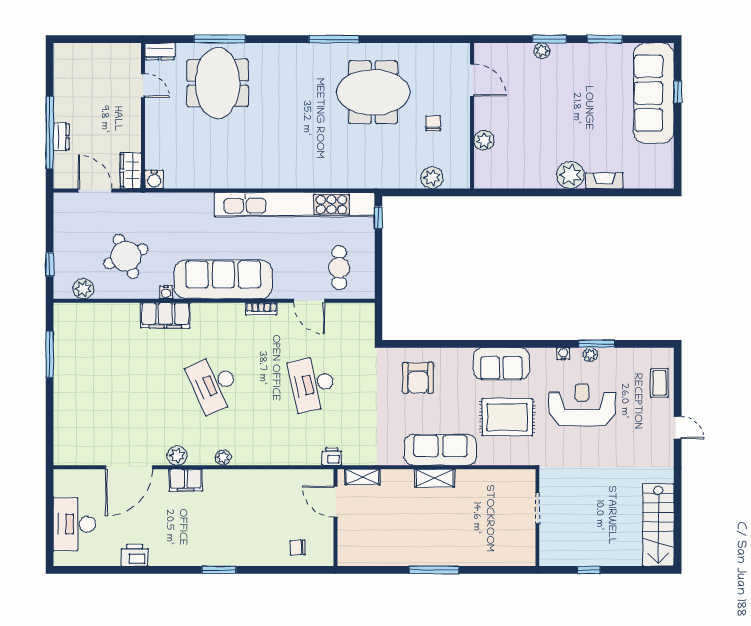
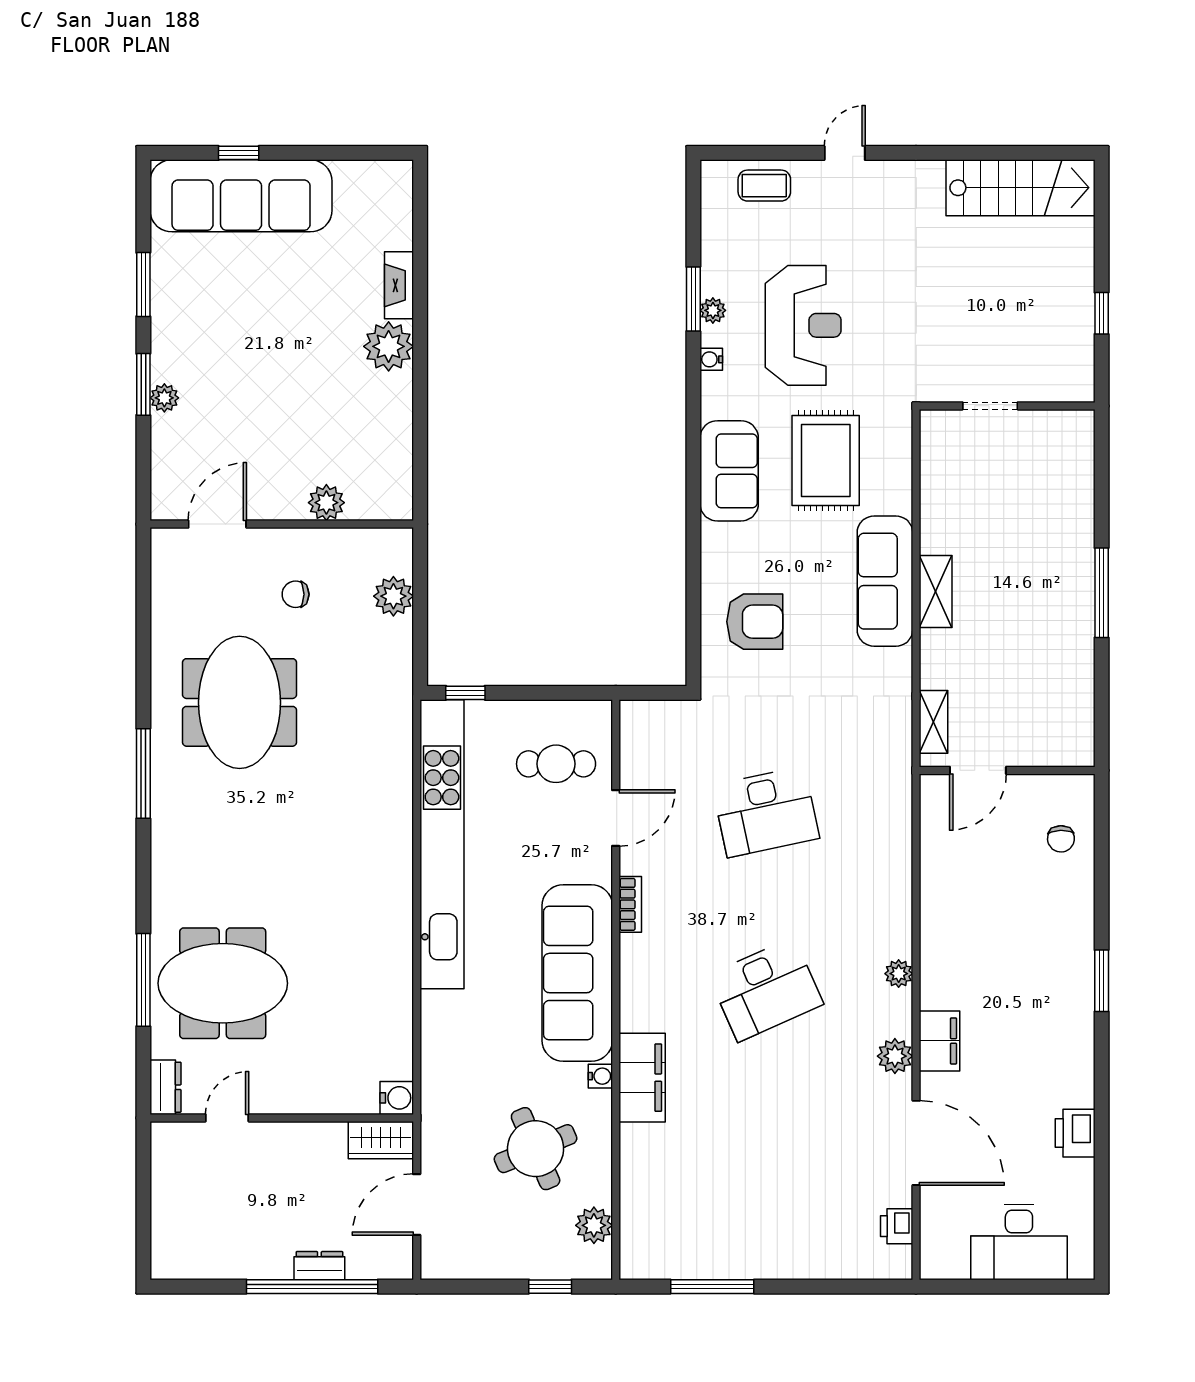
reception desk: (582, 405) -> (803, 325), turned 180
printer: (332, 456) -> (897, 1226), moved

